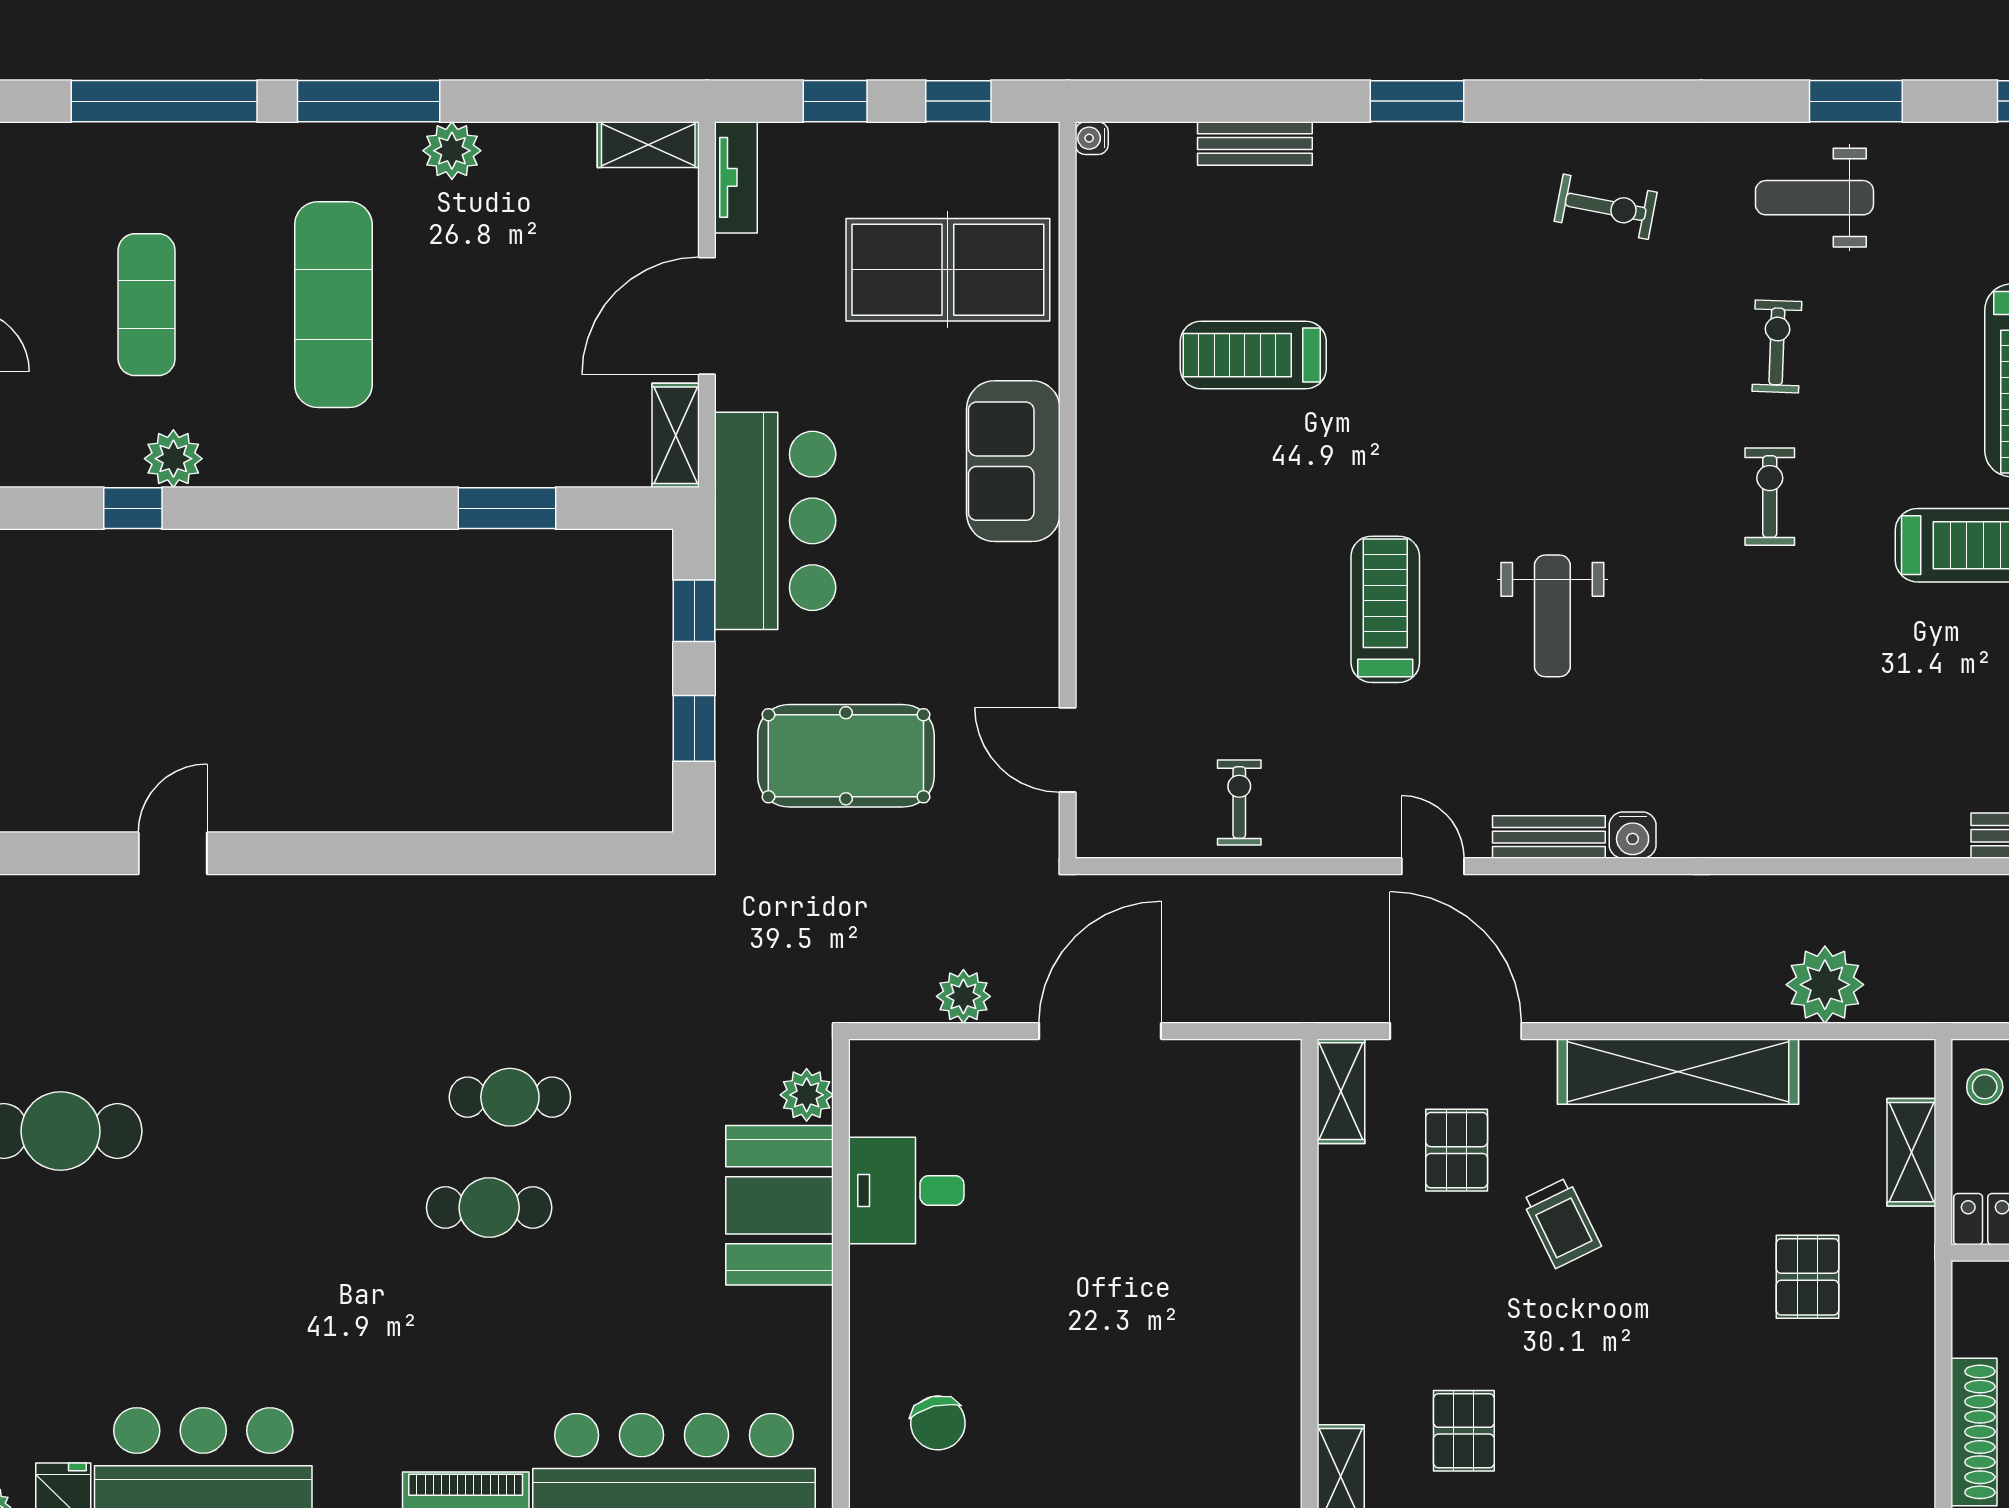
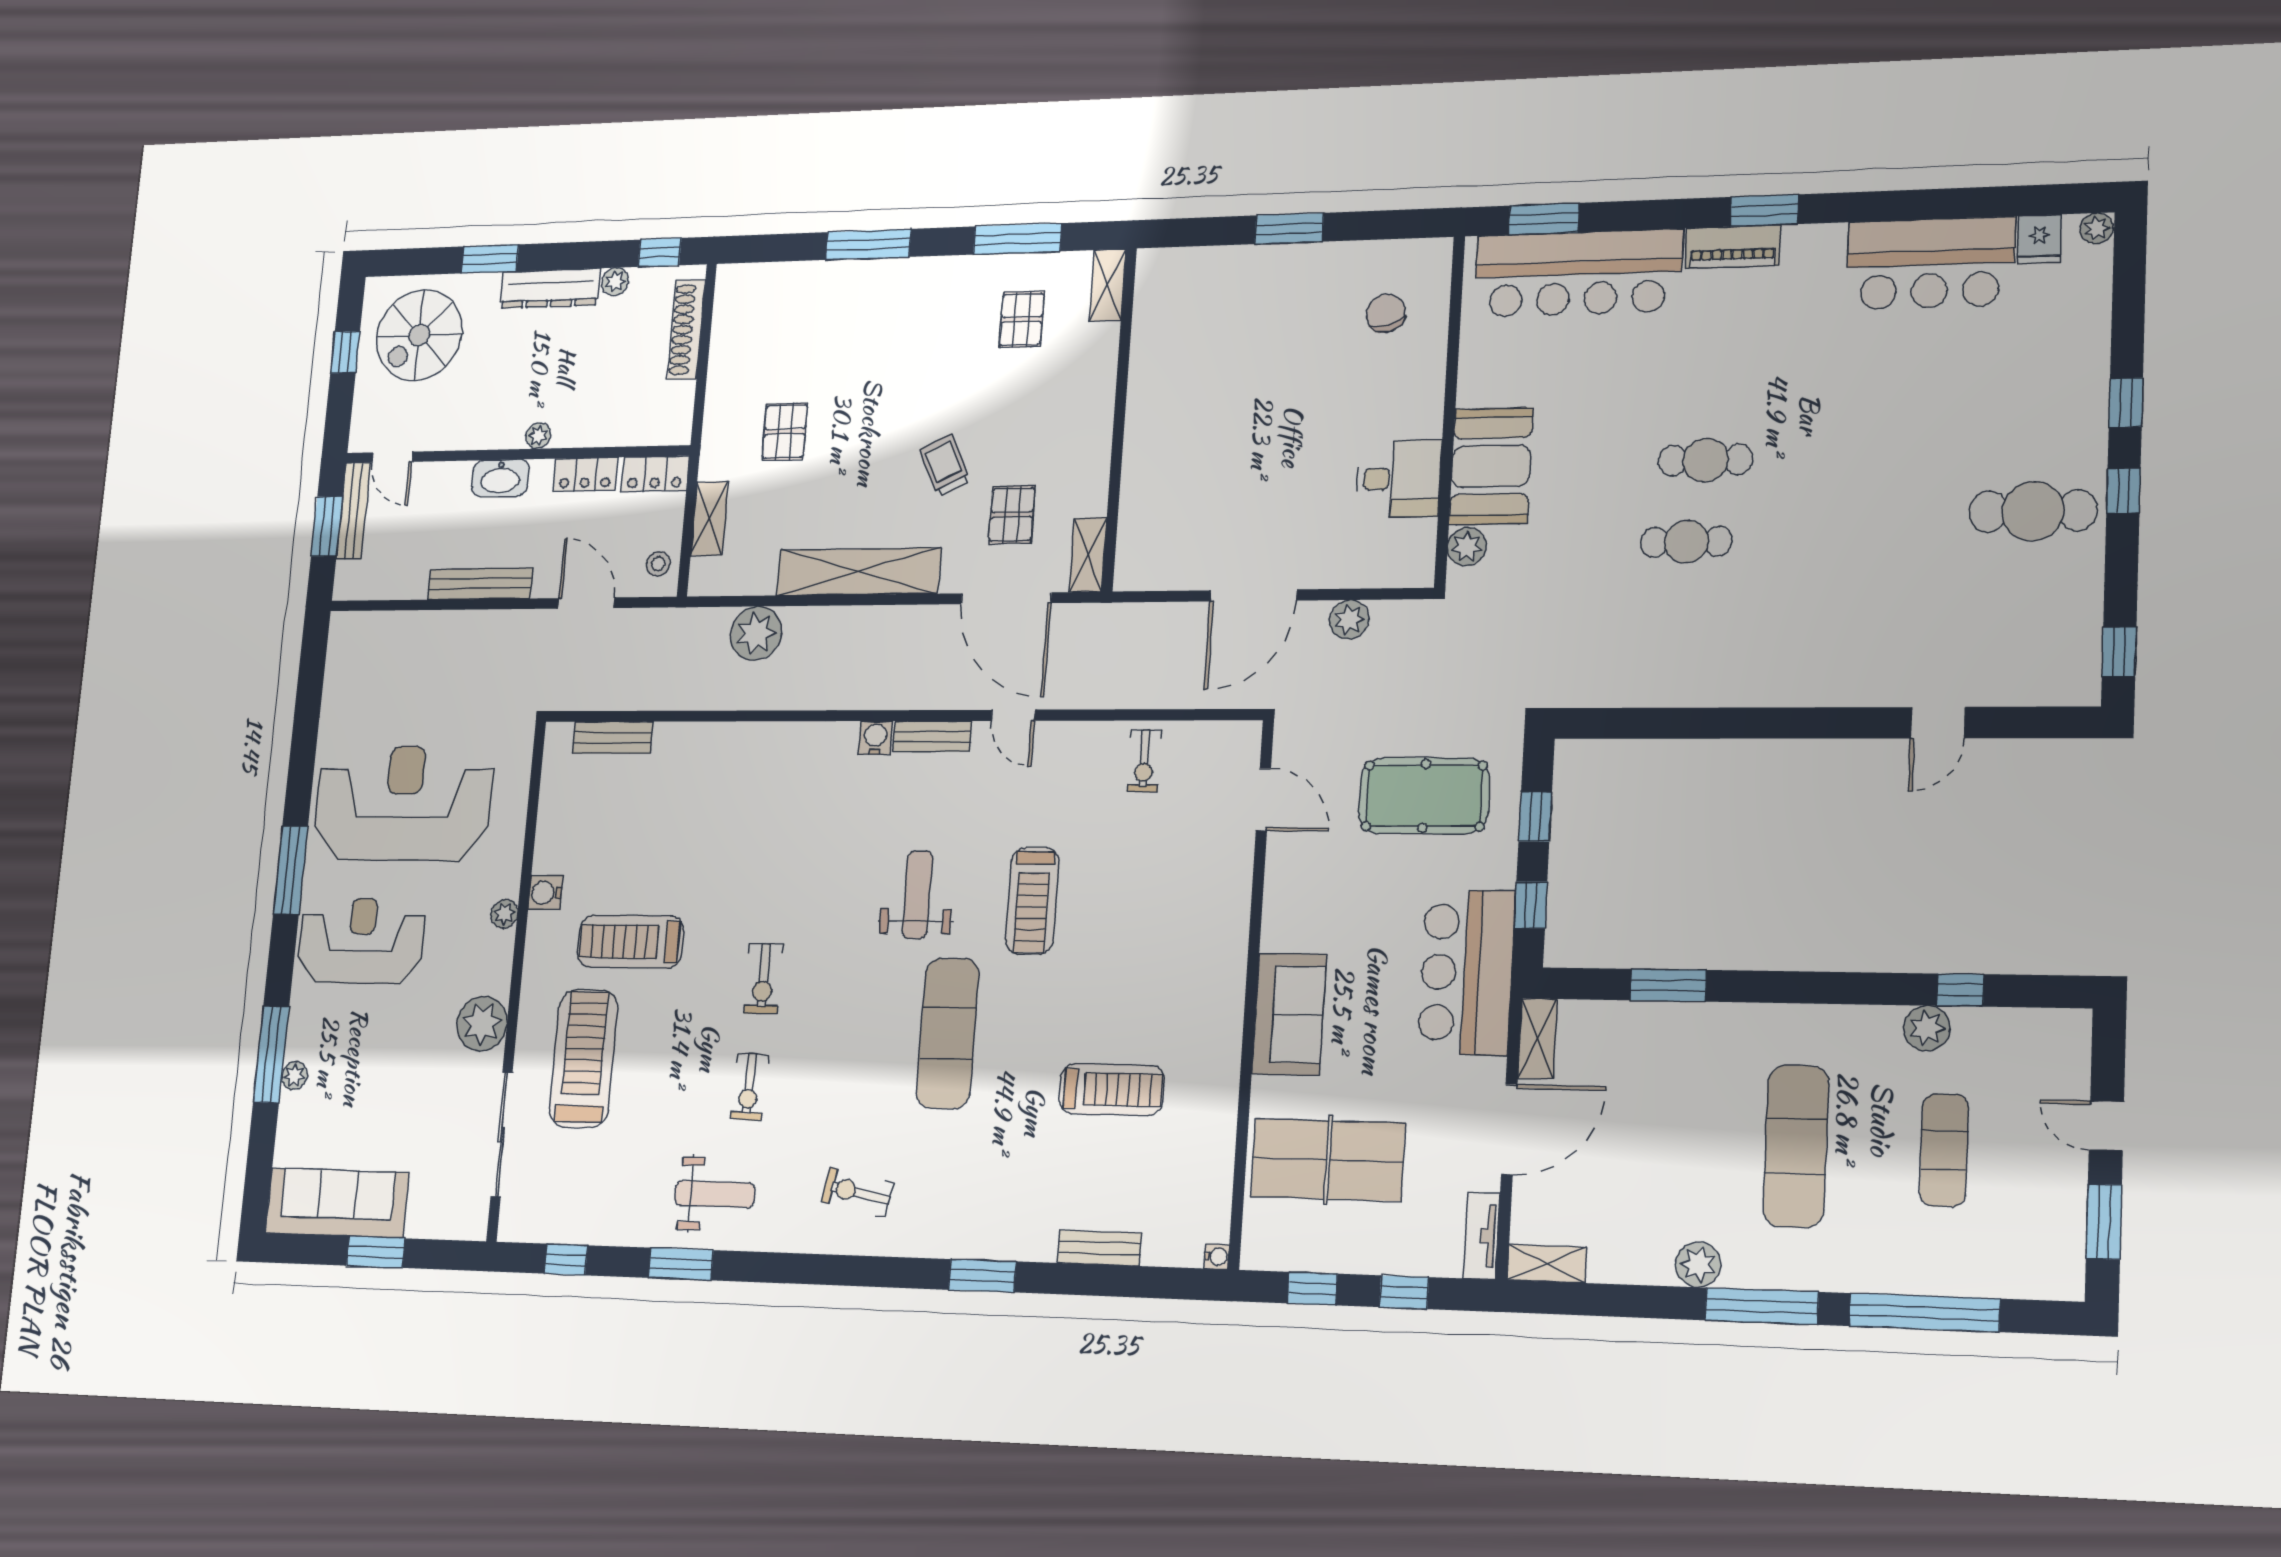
exercise mat: (1493, 426) -> (948, 1033), added

